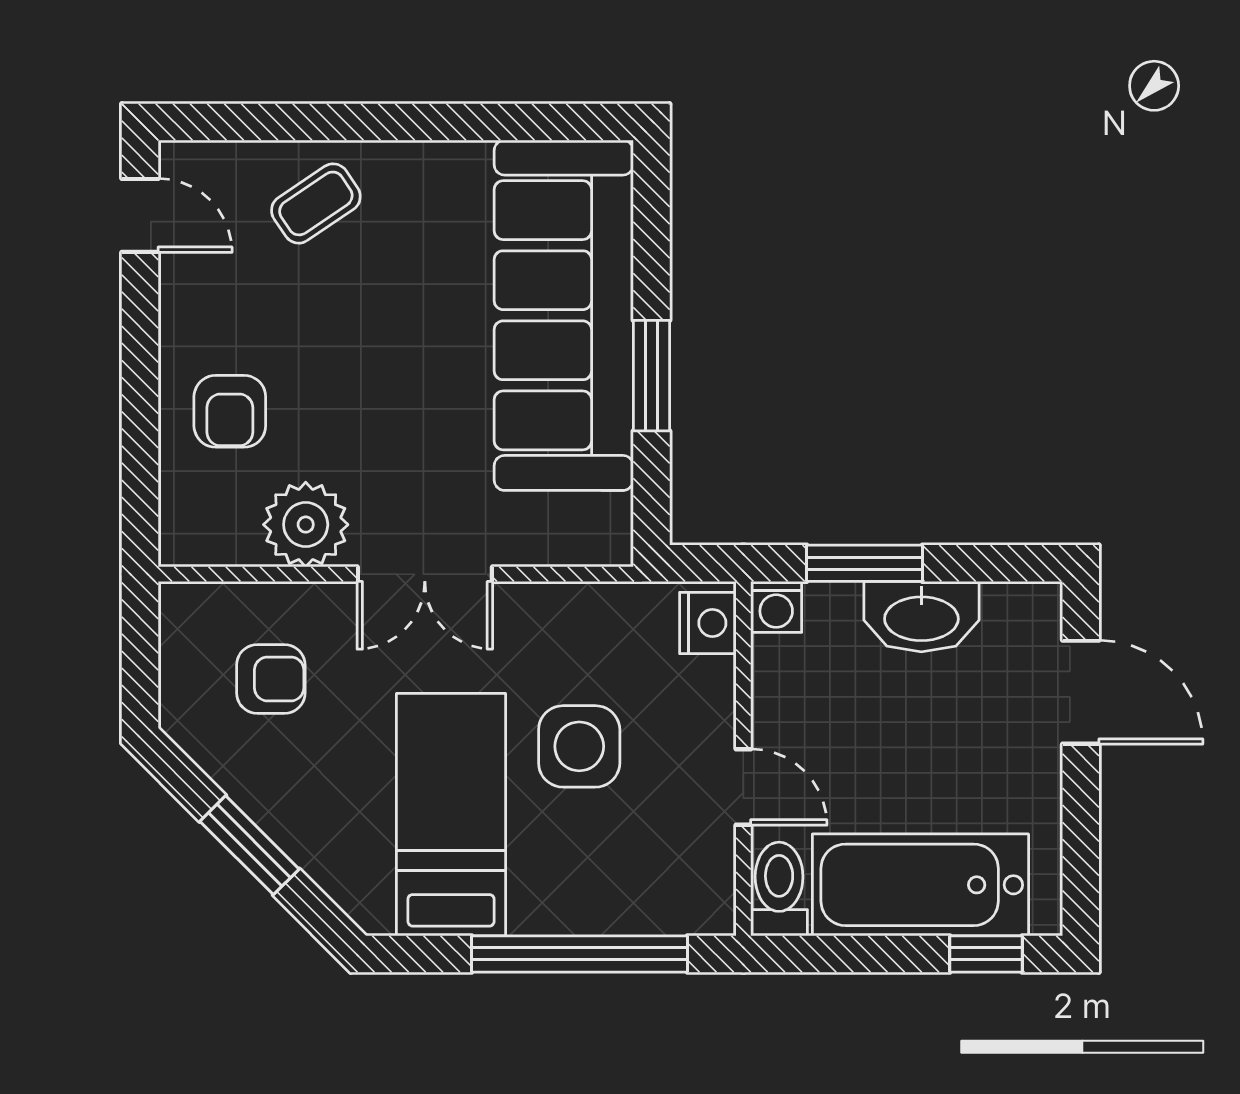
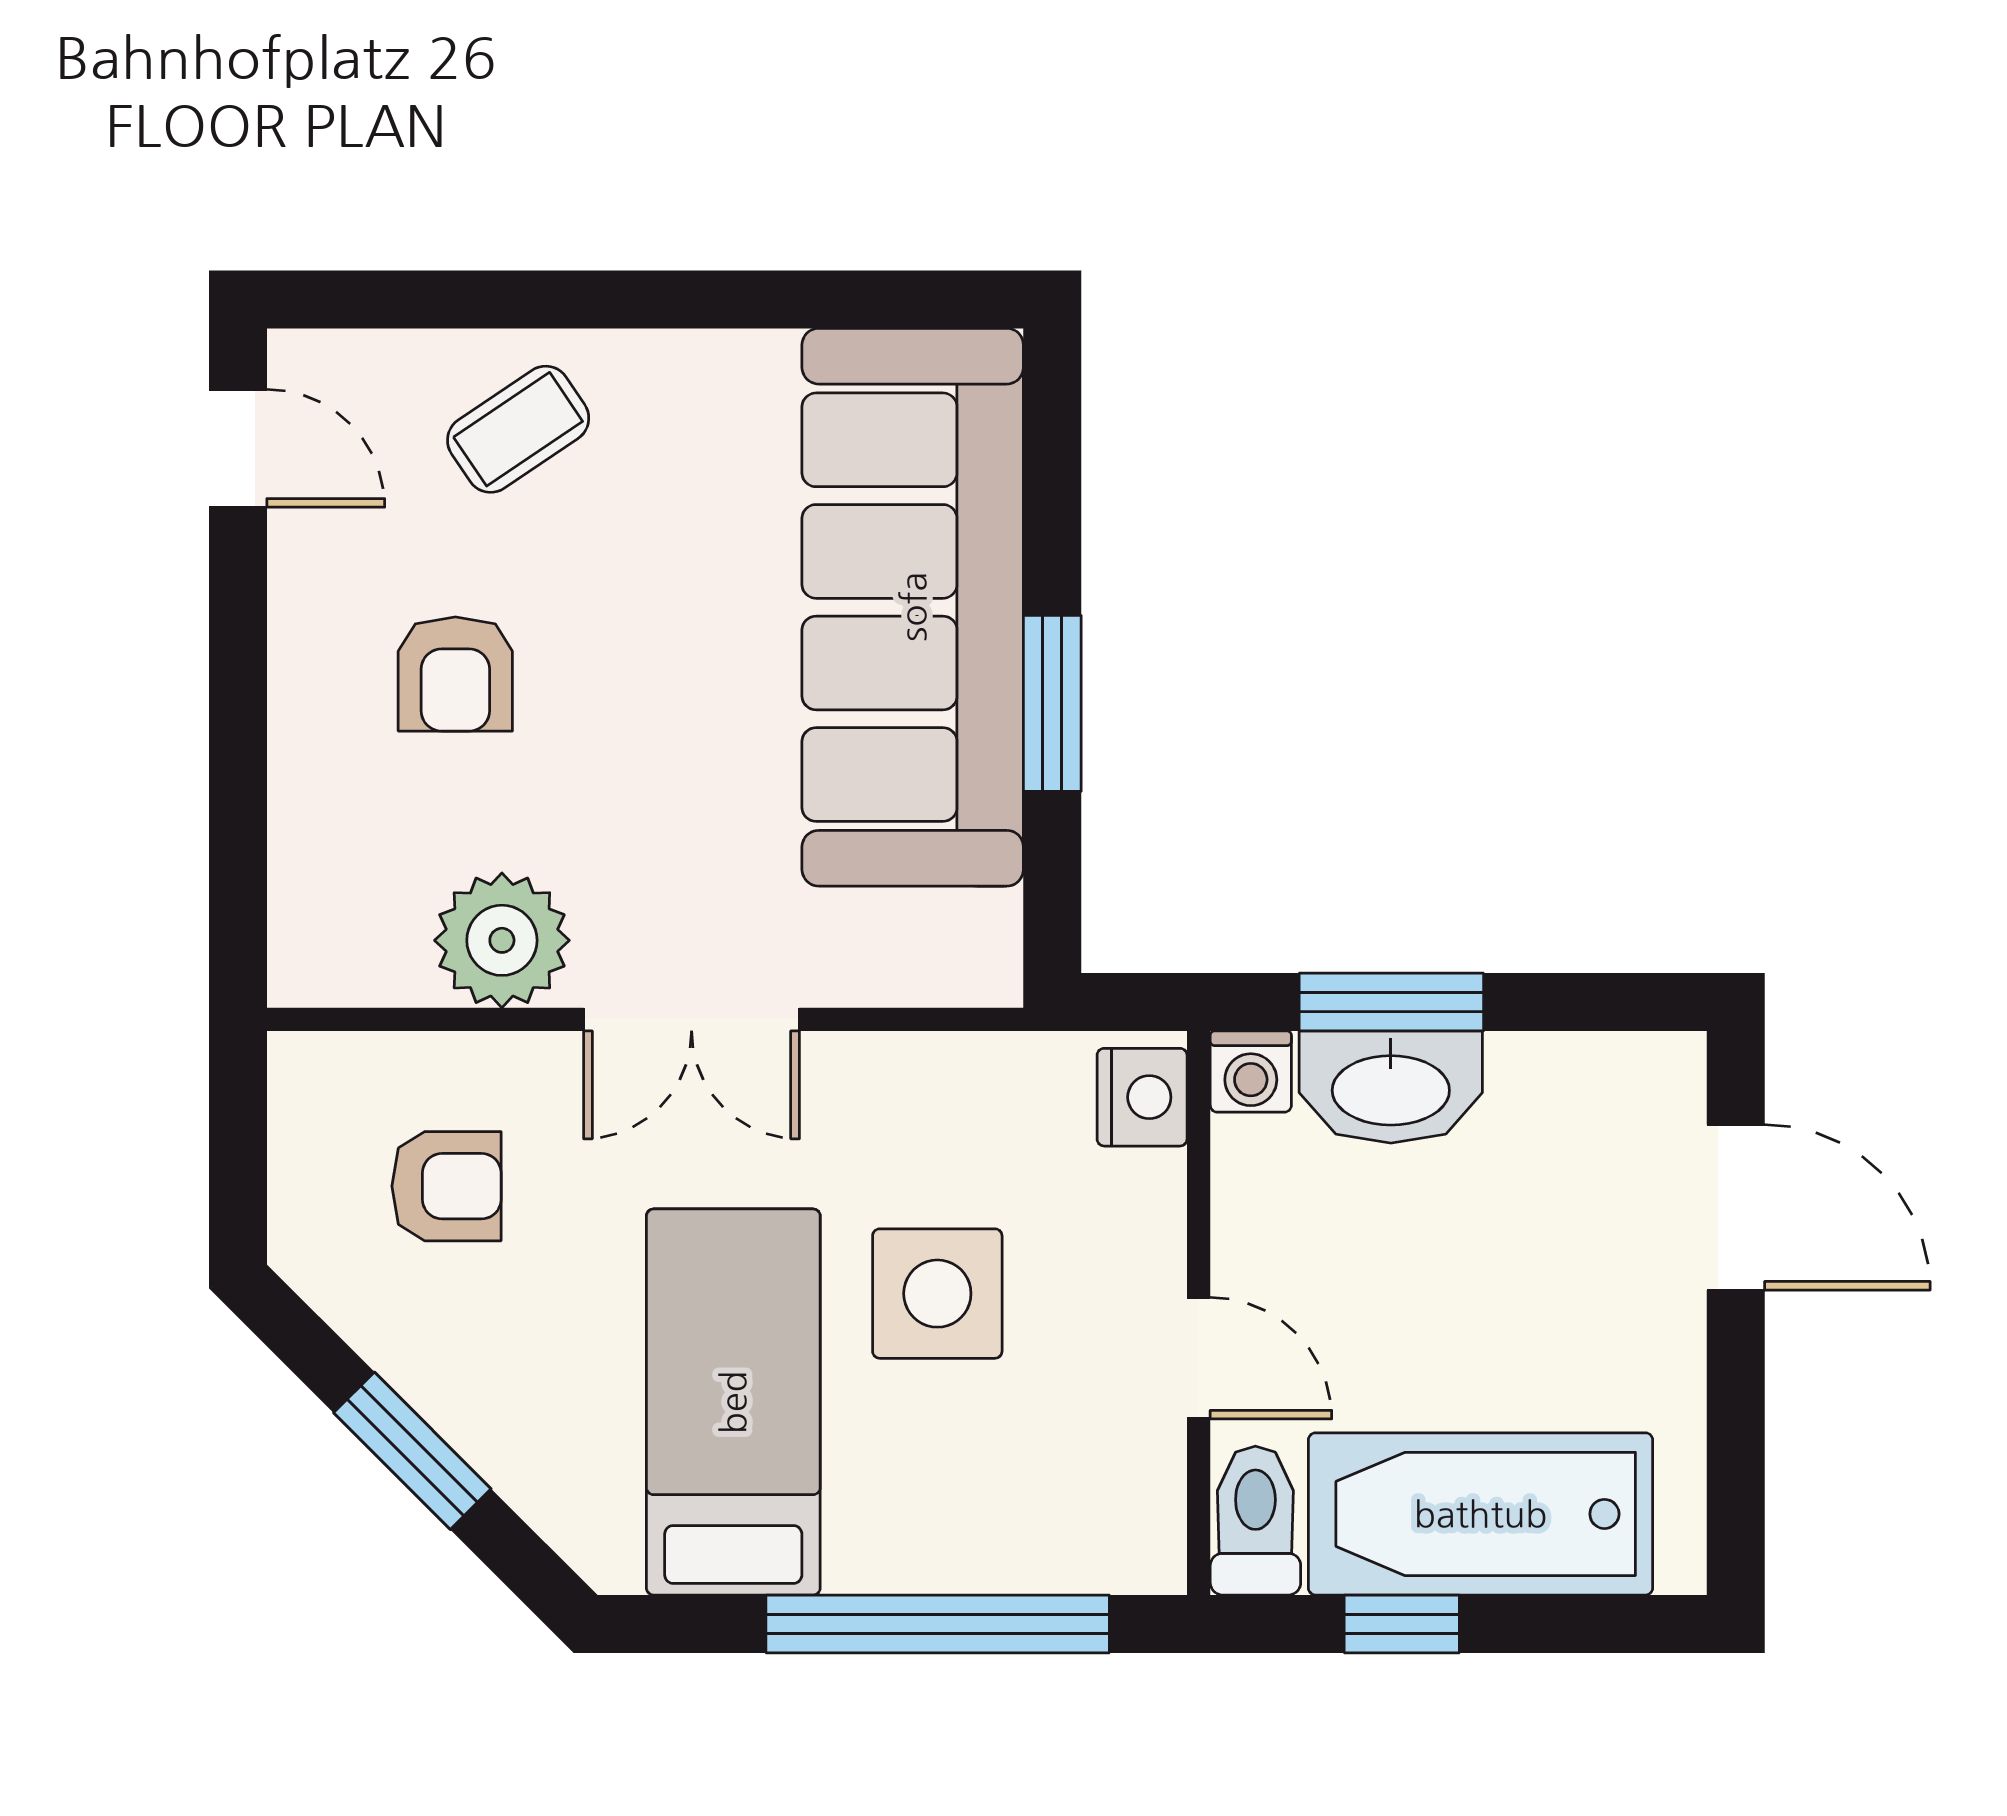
armchair: (230, 411) -> (455, 674), moved
washbasin: (921, 617) -> (1391, 1087), moved
window: (986, 954) -> (1402, 1624), moved

